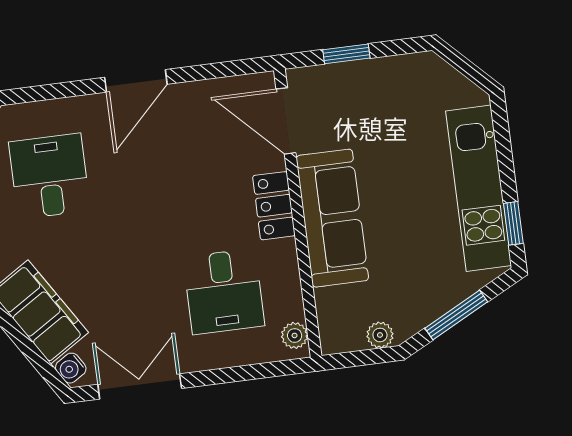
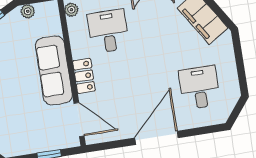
door: (136, 81) -> (157, 138), width x1.36
desk: (49, 176) -> (199, 88), turned 180

